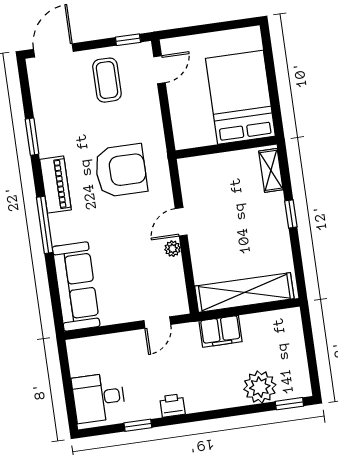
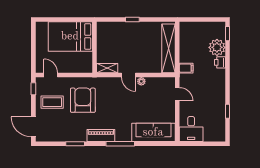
shelving: (271, 170) -> (107, 68), moved
armchair: (121, 171) -> (83, 100), moved
filing cabinet: (221, 331) -> (186, 68), width x0.50
desk: (99, 398) -> (191, 129), moved
printer: (172, 405) -> (220, 62), moved

